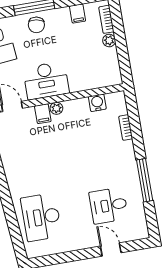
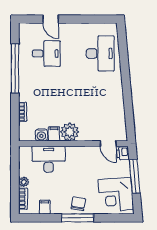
desk: (46, 80) -> (49, 159), moved
plant: (56, 108) -> (70, 132), width x1.87, depth x1.87
filing cabinet: (43, 114) -> (54, 134), moved
window: (145, 180) -> (15, 68), width x1.46

